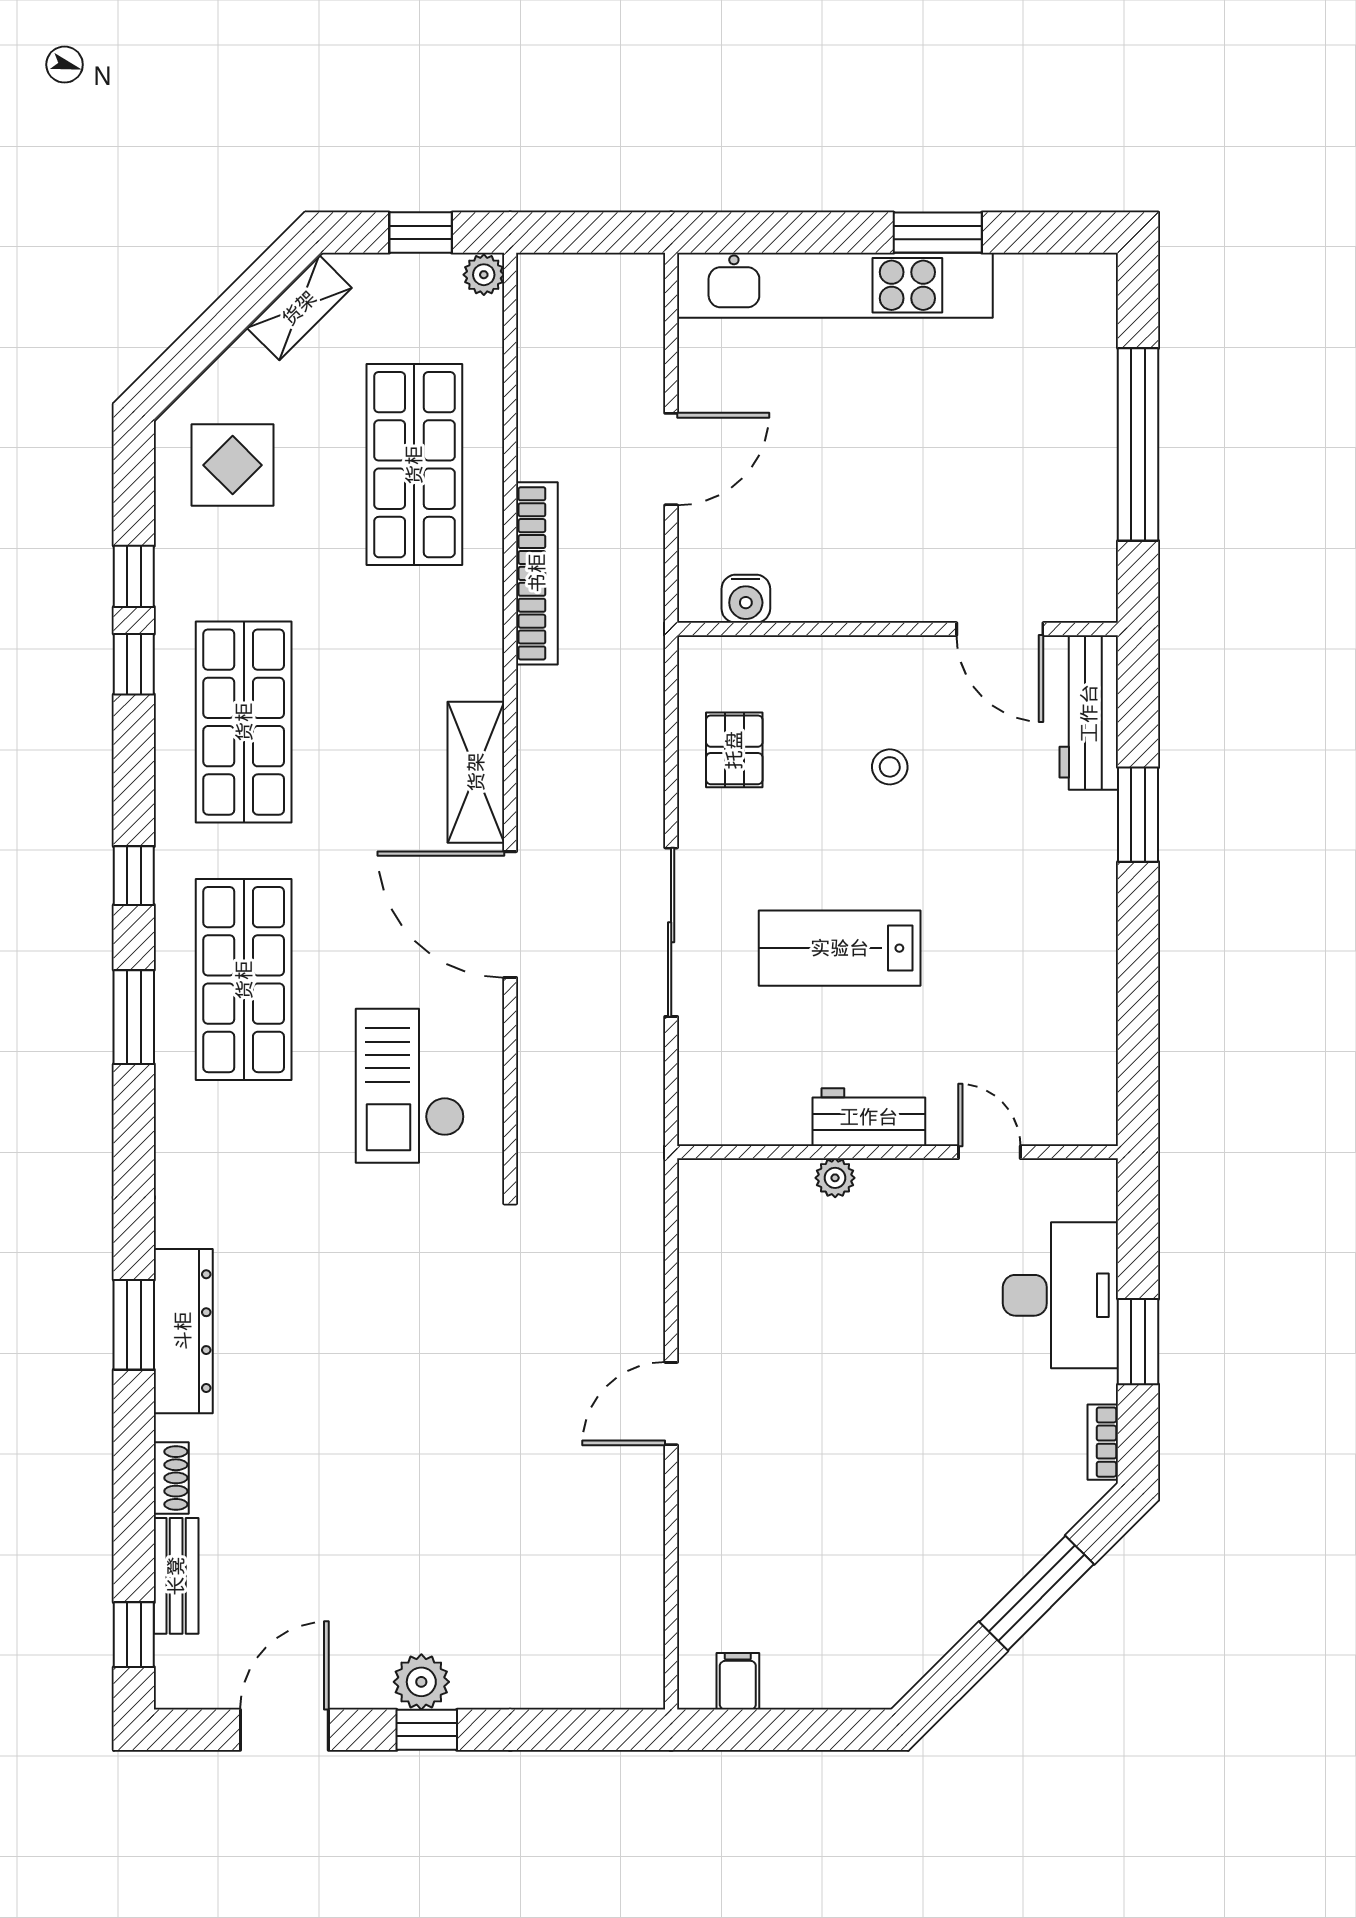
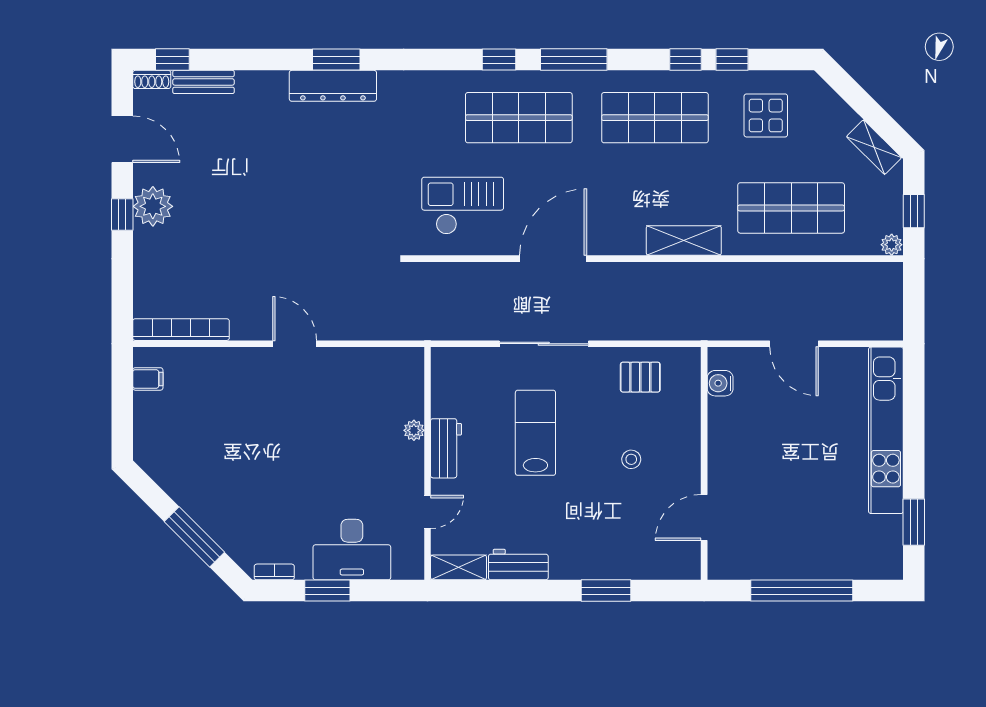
window: (938, 233) -> (914, 522), moved
display table: (233, 465) -> (766, 115), moved
bookcase: (537, 573) -> (181, 330), moved, turned 180
workbench: (1089, 713) -> (518, 565), moved, width x0.73
shelving: (476, 772) -> (684, 240), moved
window: (134, 876) -> (574, 60), width x2.17
window: (134, 1017) -> (499, 60), width x0.67
shelving: (1094, 1094) -> (459, 567), added
shoe rack: (171, 1478) -> (152, 79), moved
plant: (421, 1682) -> (153, 206), width x1.36, depth x1.36

